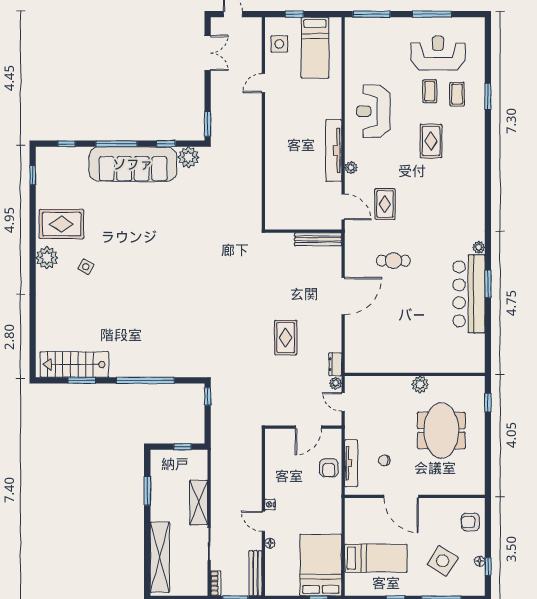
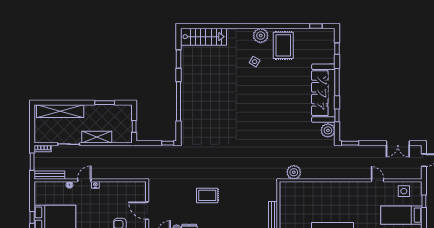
plant: (251, 208) -> (294, 172), added
stairs: (74, 364) -> (203, 37), moved, turned 90

